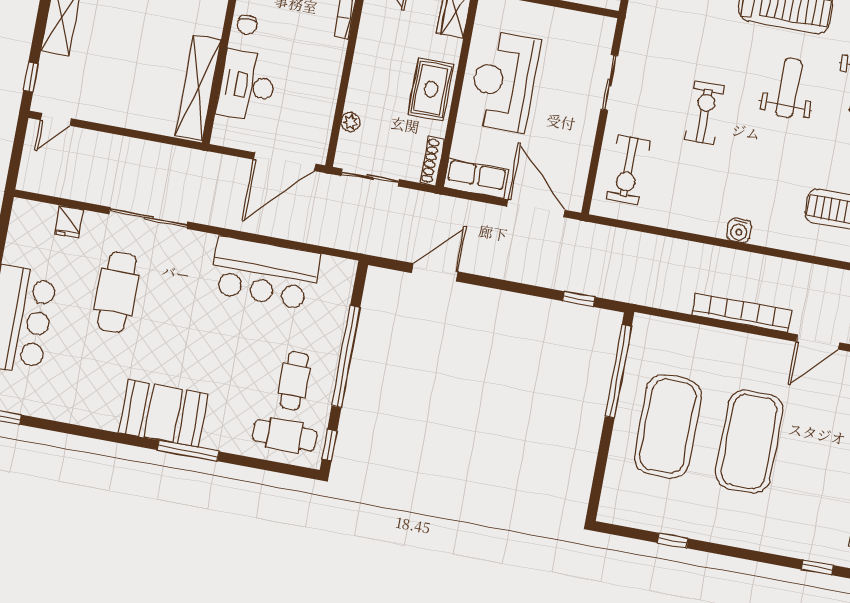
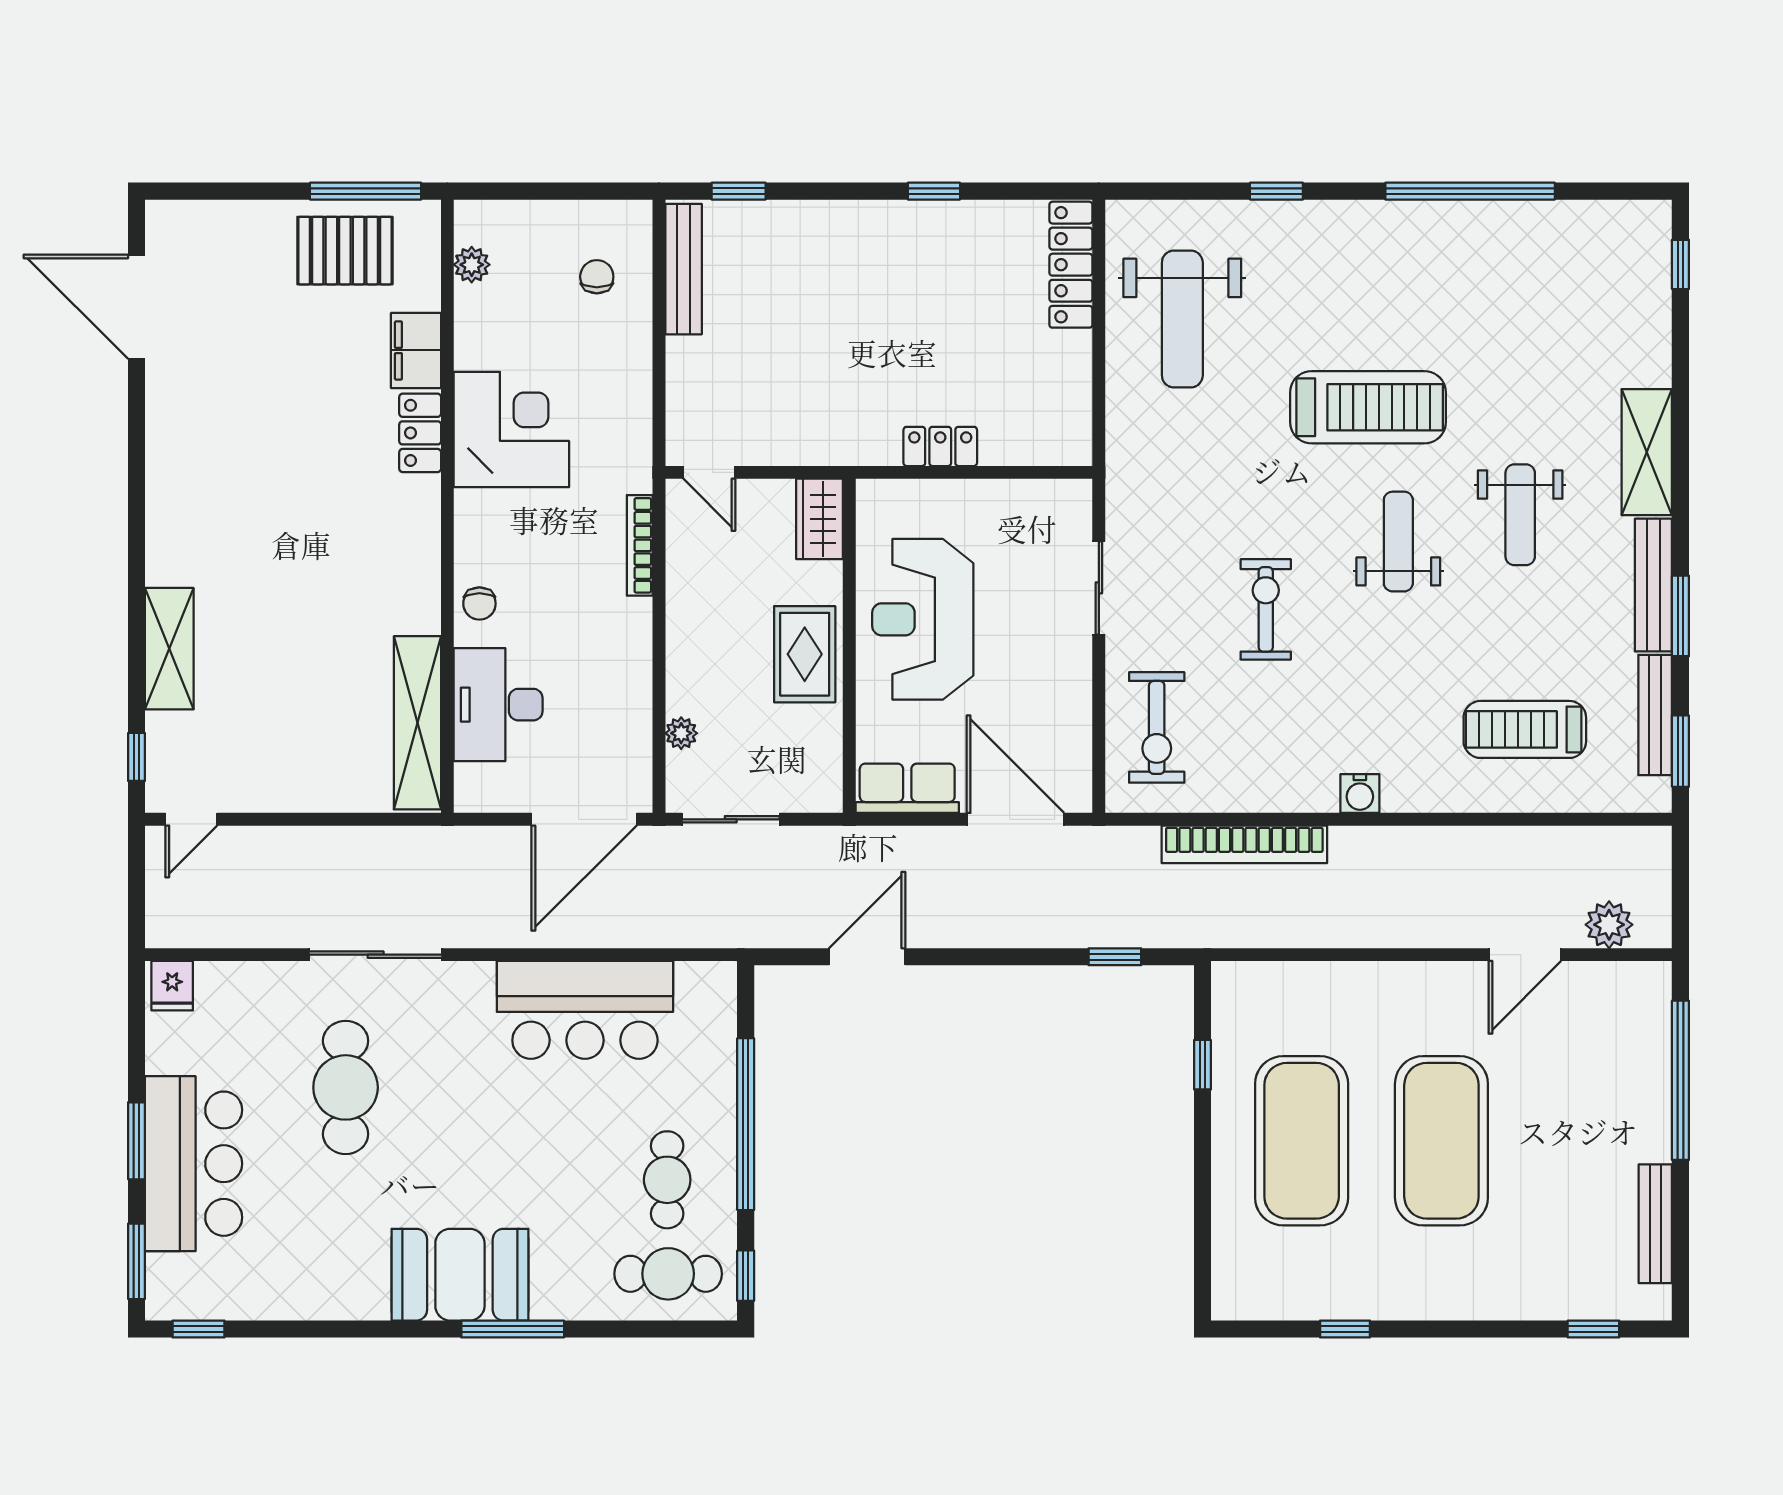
shoe rack: (432, 161) -> (829, 773), removed
fridge: (69, 222) -> (172, 986), moved
bookcase: (742, 313) -> (1244, 844), moved, turned 180
window: (618, 371) -> (1202, 1065), width x0.32

